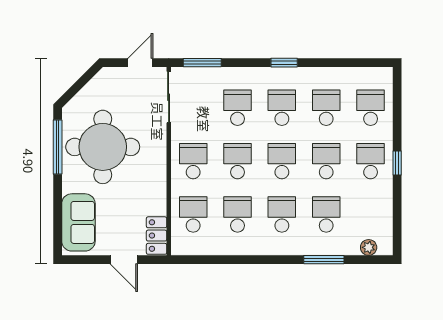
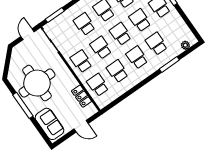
window: (58, 147) -> (23, 105), moved
locker: (157, 236) -> (82, 96), moved

